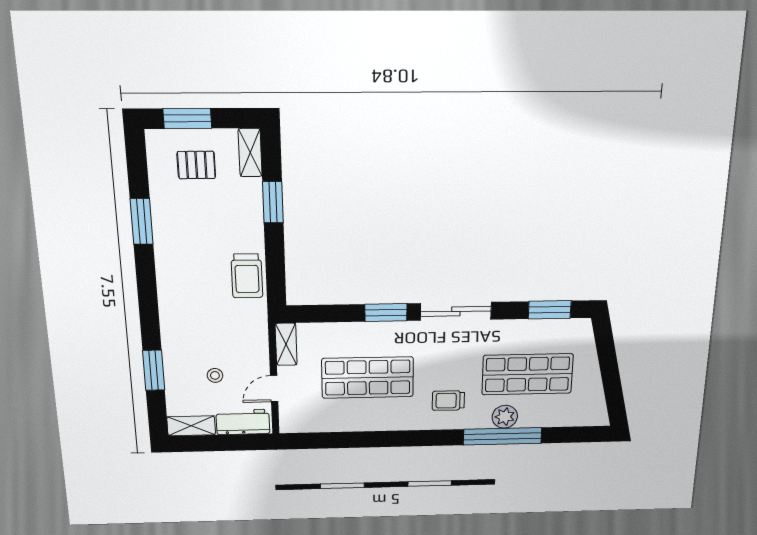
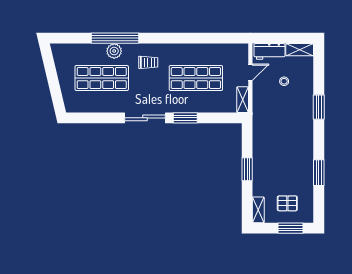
window: (273, 202) -> (247, 169), moved
trolley: (247, 276) -> (263, 141), removed
window: (550, 310) -> (91, 118), removed
window: (154, 370) -> (319, 107), moved

